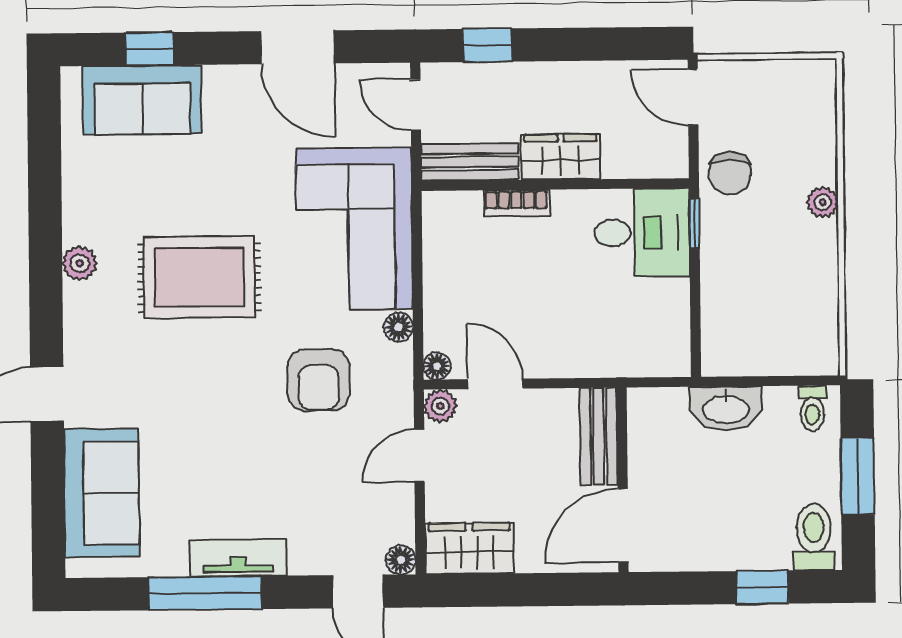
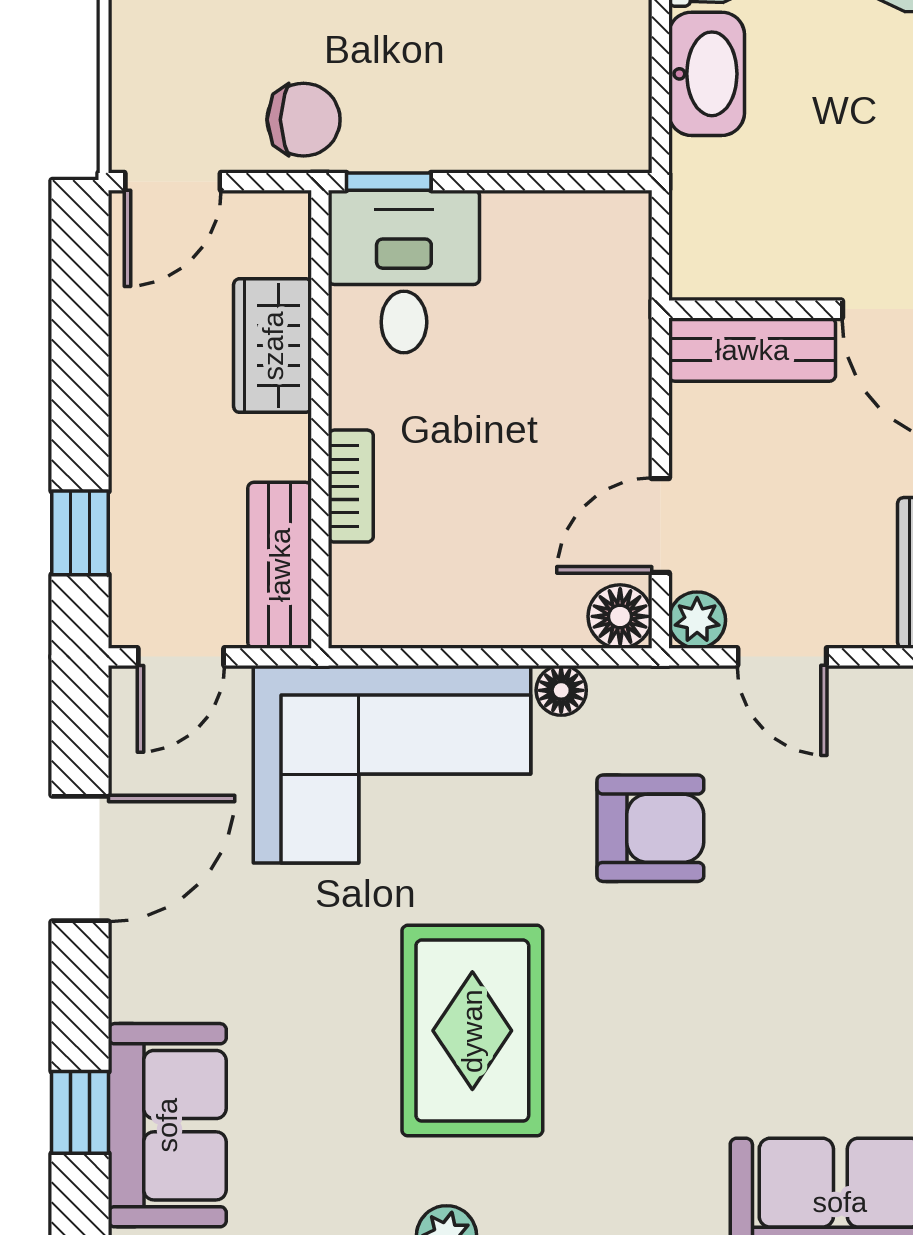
wardrobe: (561, 157) -> (273, 346), moved
floor lamp: (437, 366) -> (620, 616), width x1.37, depth x1.37
washbasin: (726, 408) -> (707, 74), moved

